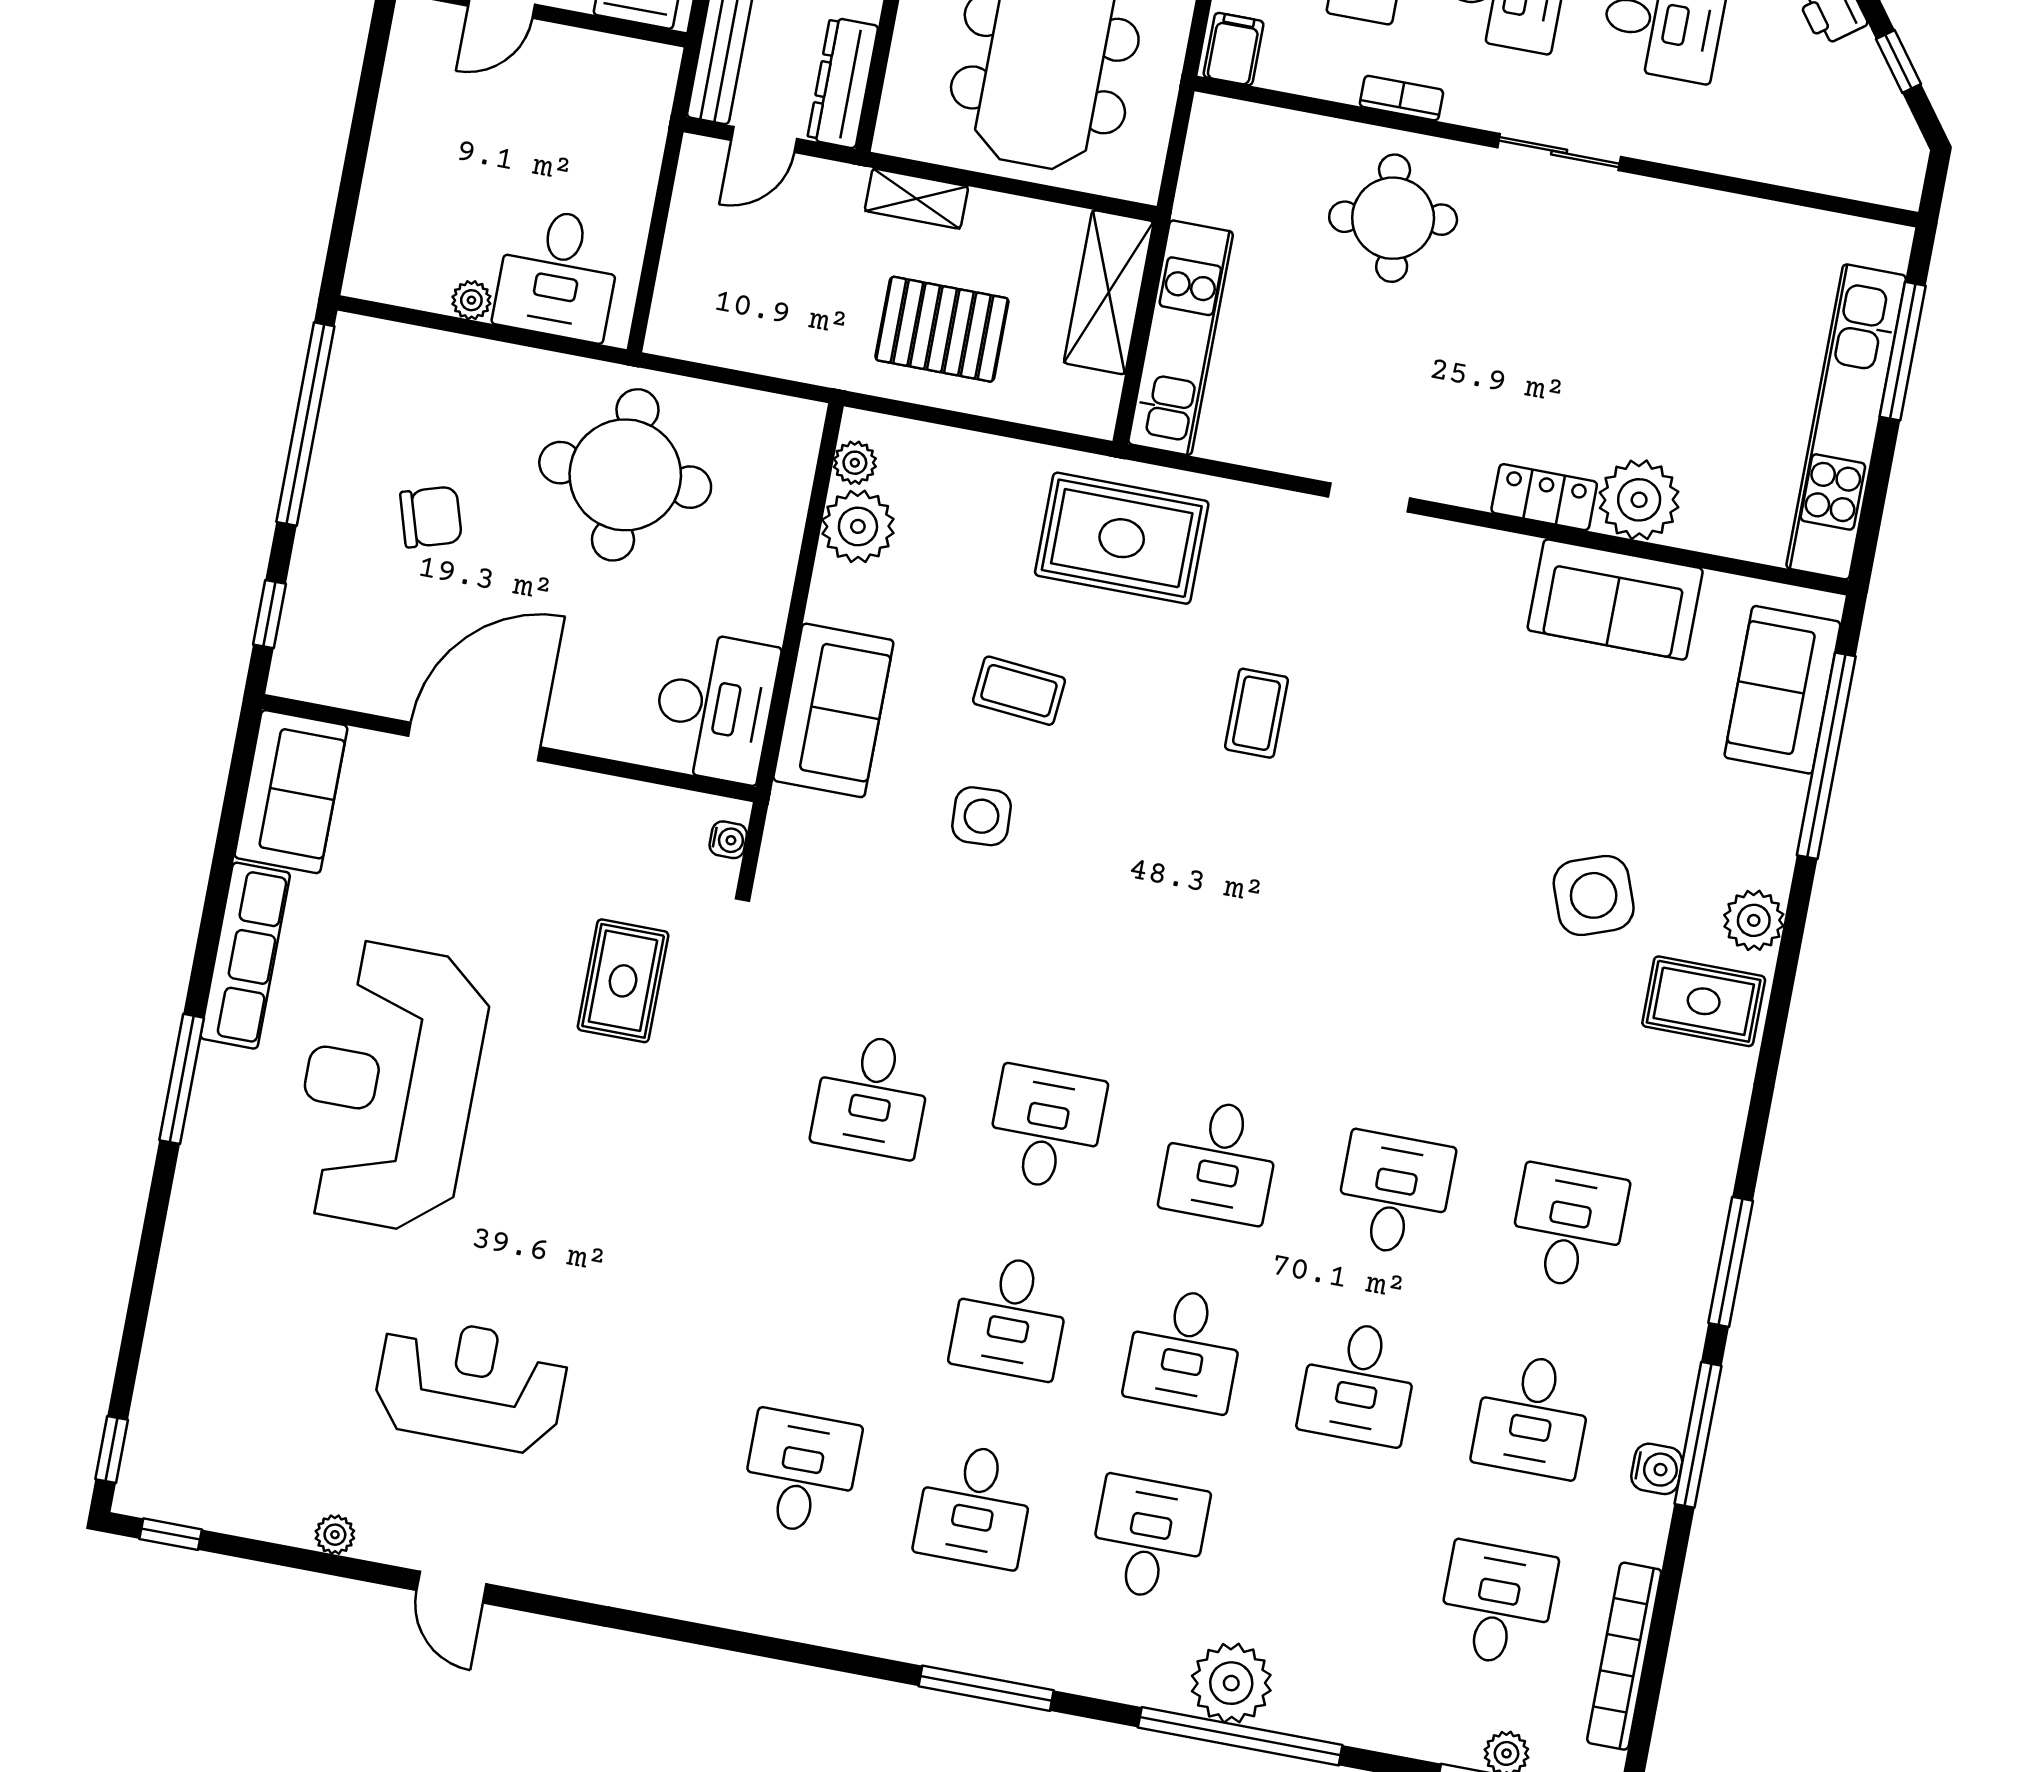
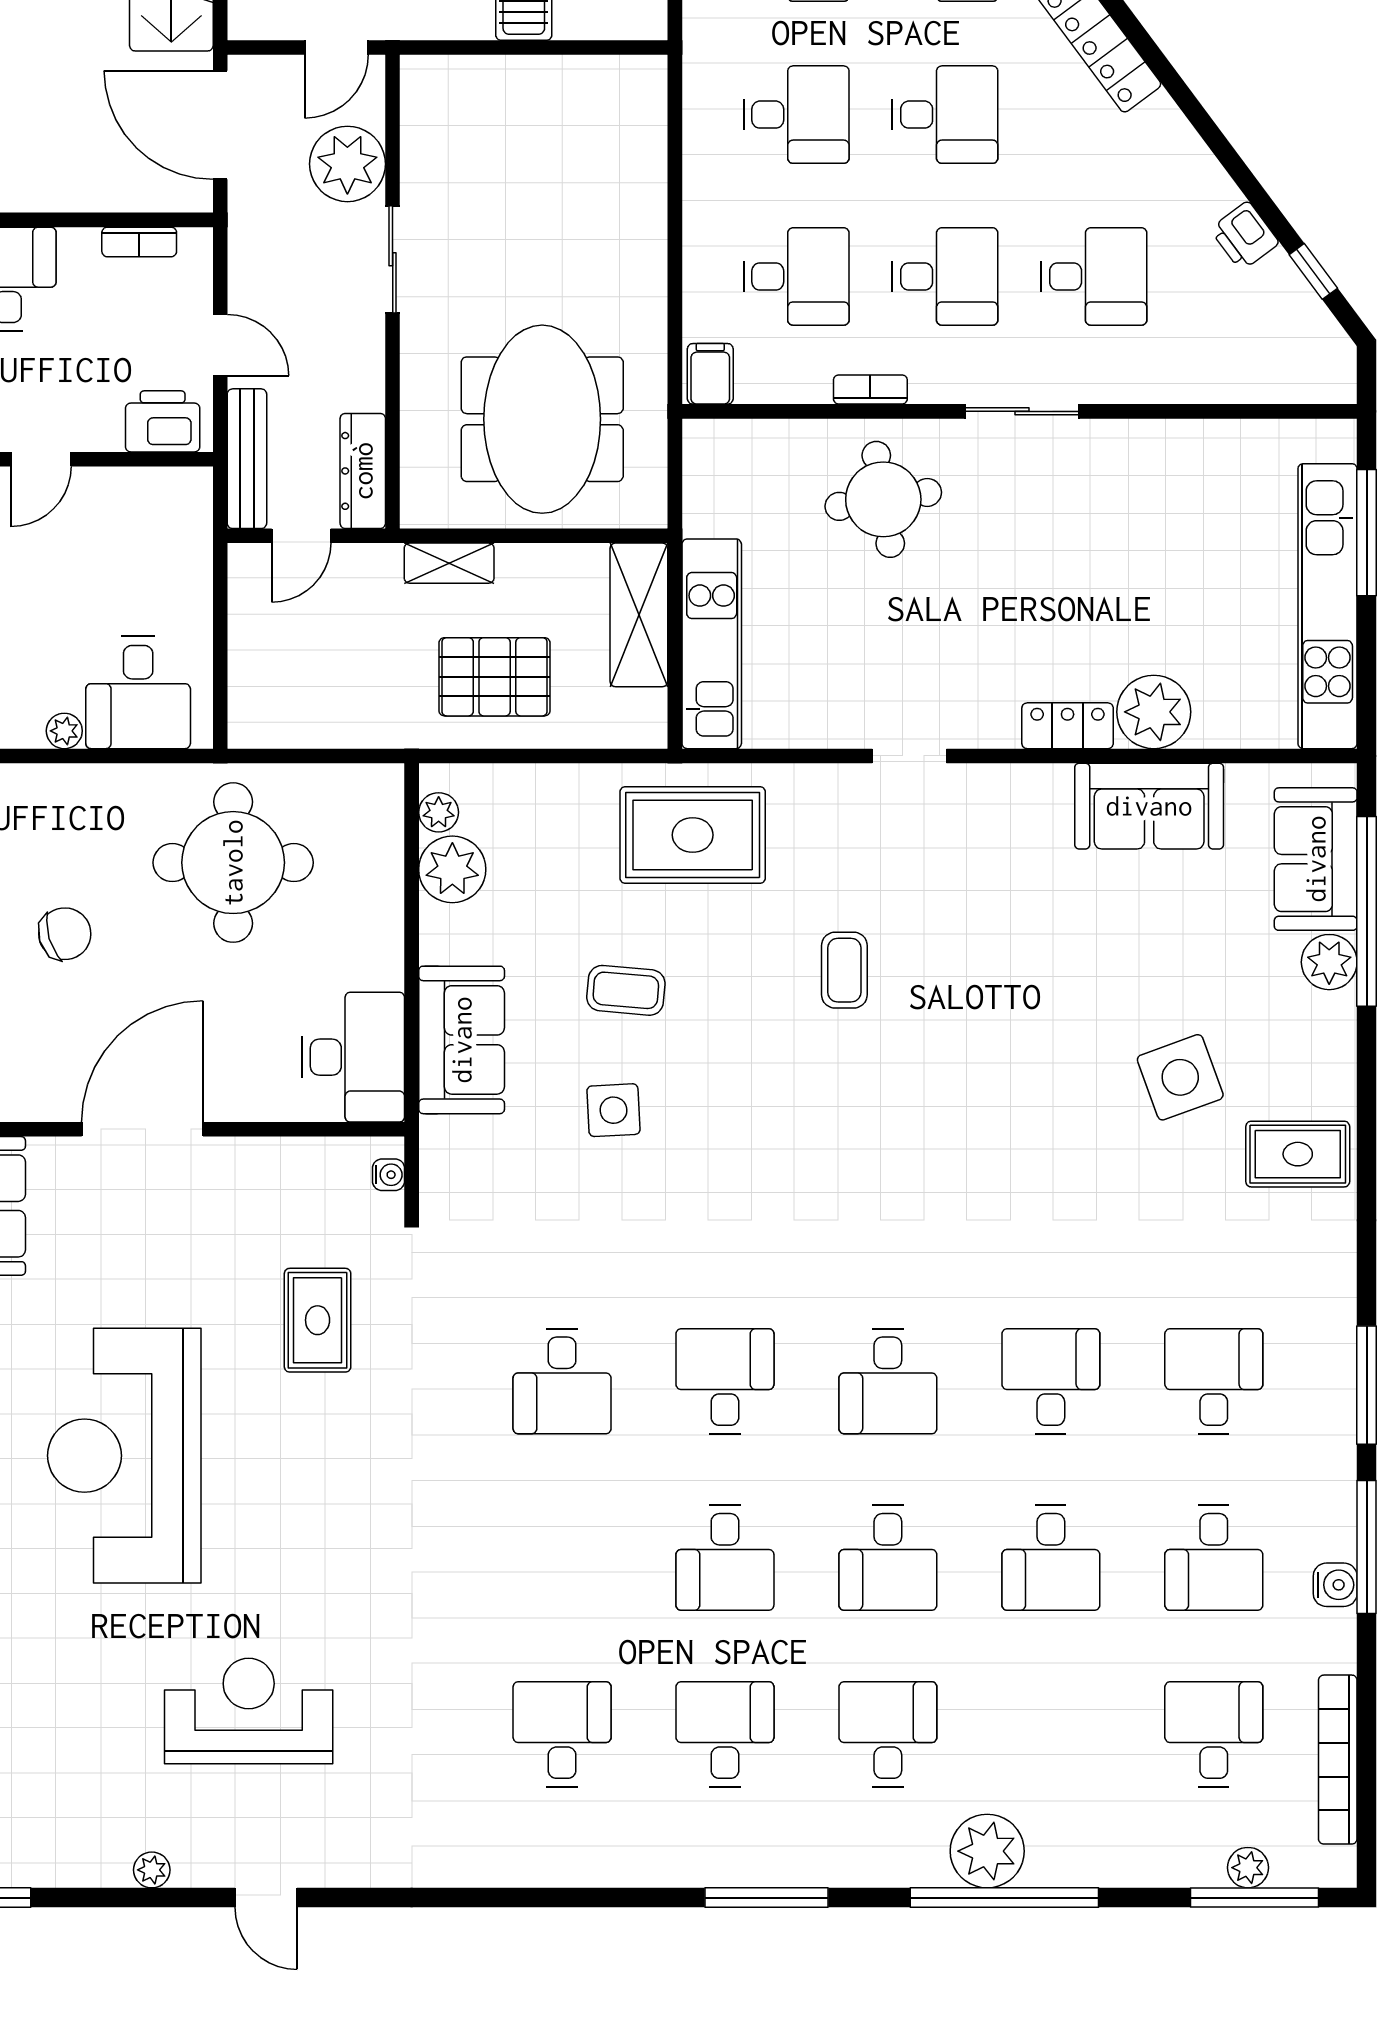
plant: (1754, 920) -> (1329, 962), moved
desk: (975, 1505) -> (725, 1734), turned 180

